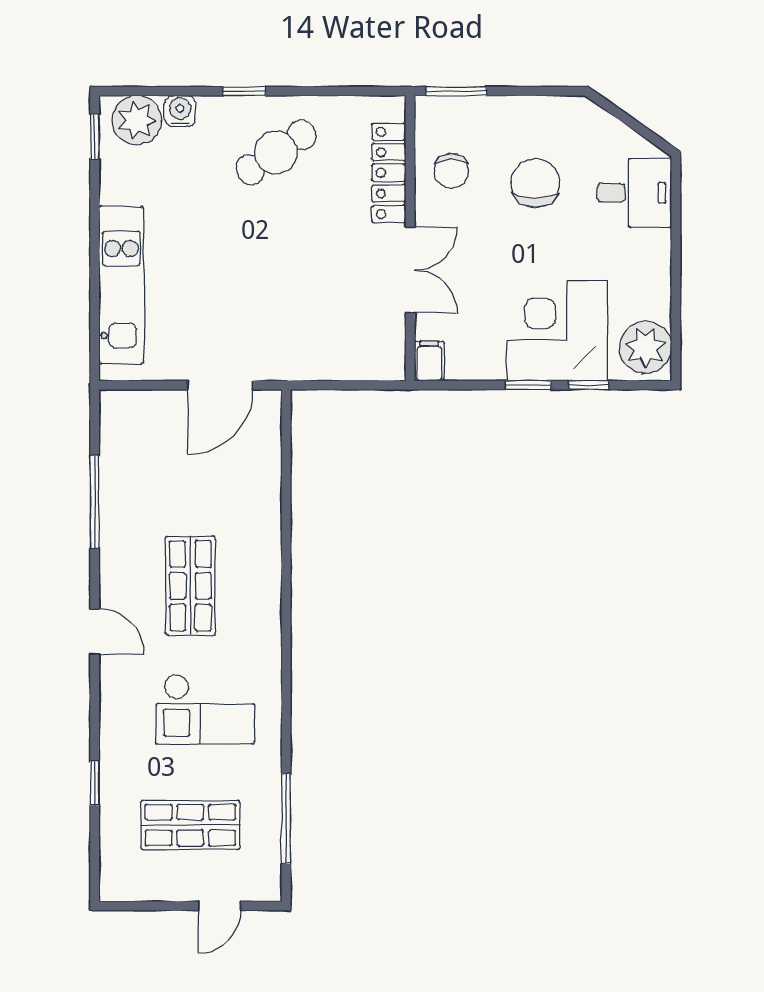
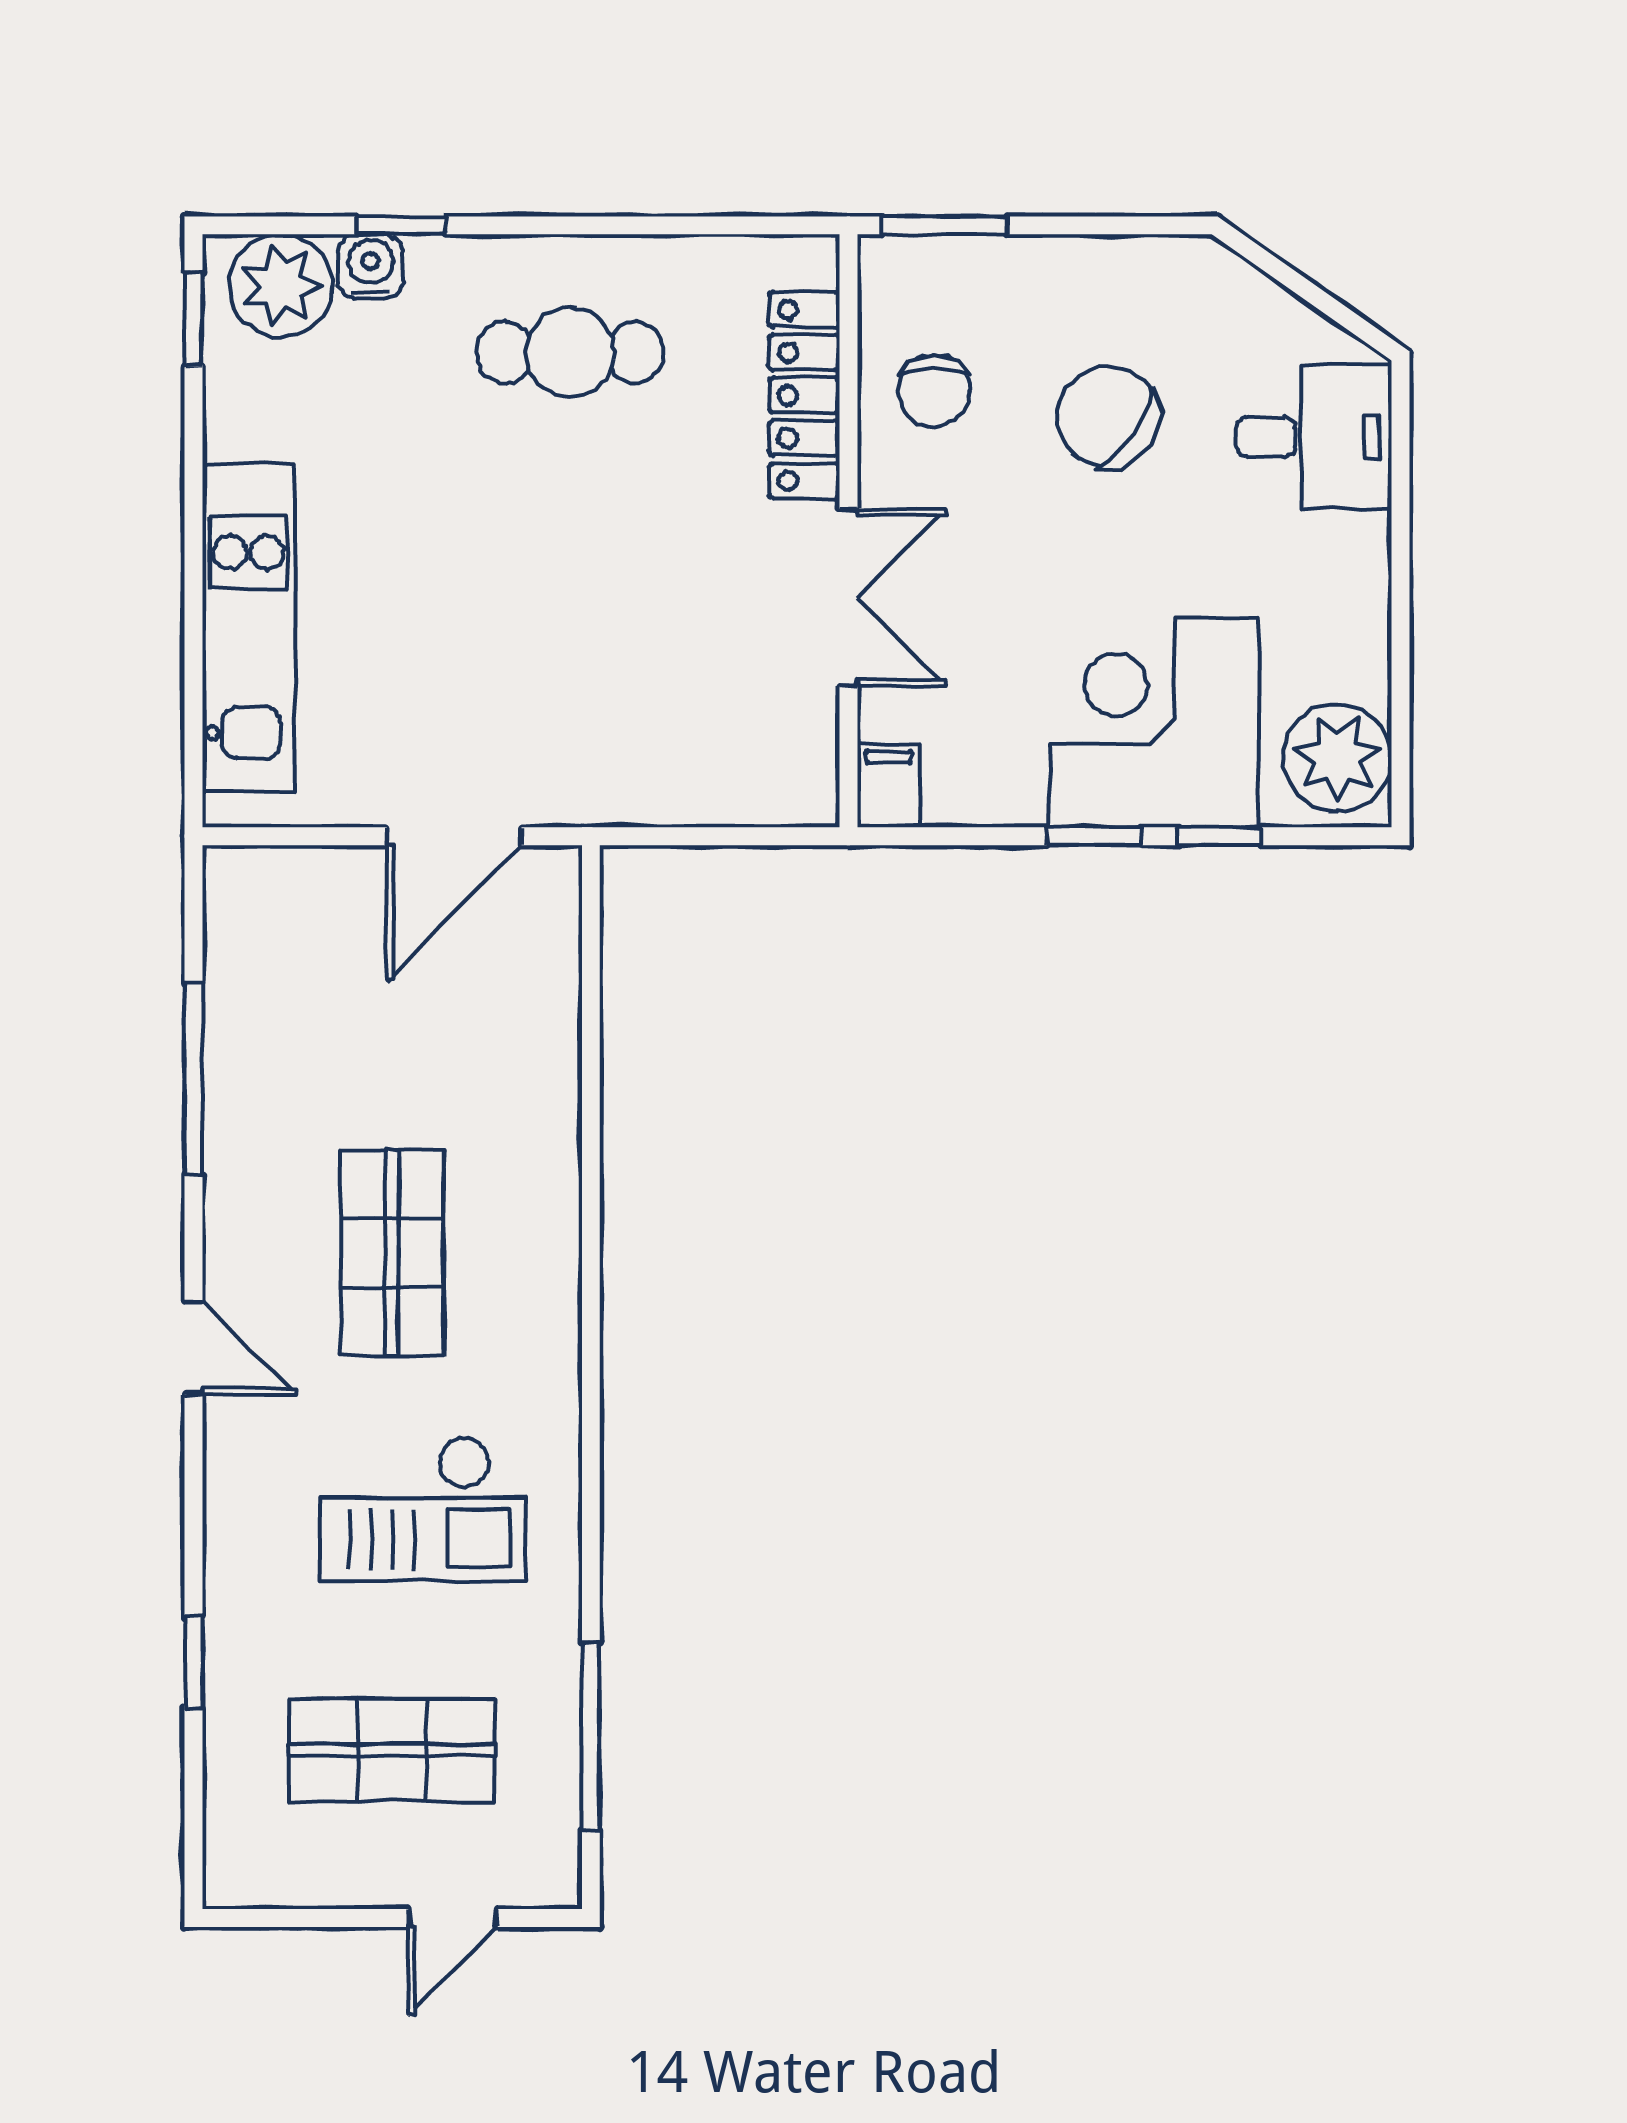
window: (244, 91) -> (401, 225), moved
cafe table: (276, 152) -> (570, 353), turned 34
chair: (535, 183) -> (1108, 417), turned -55

